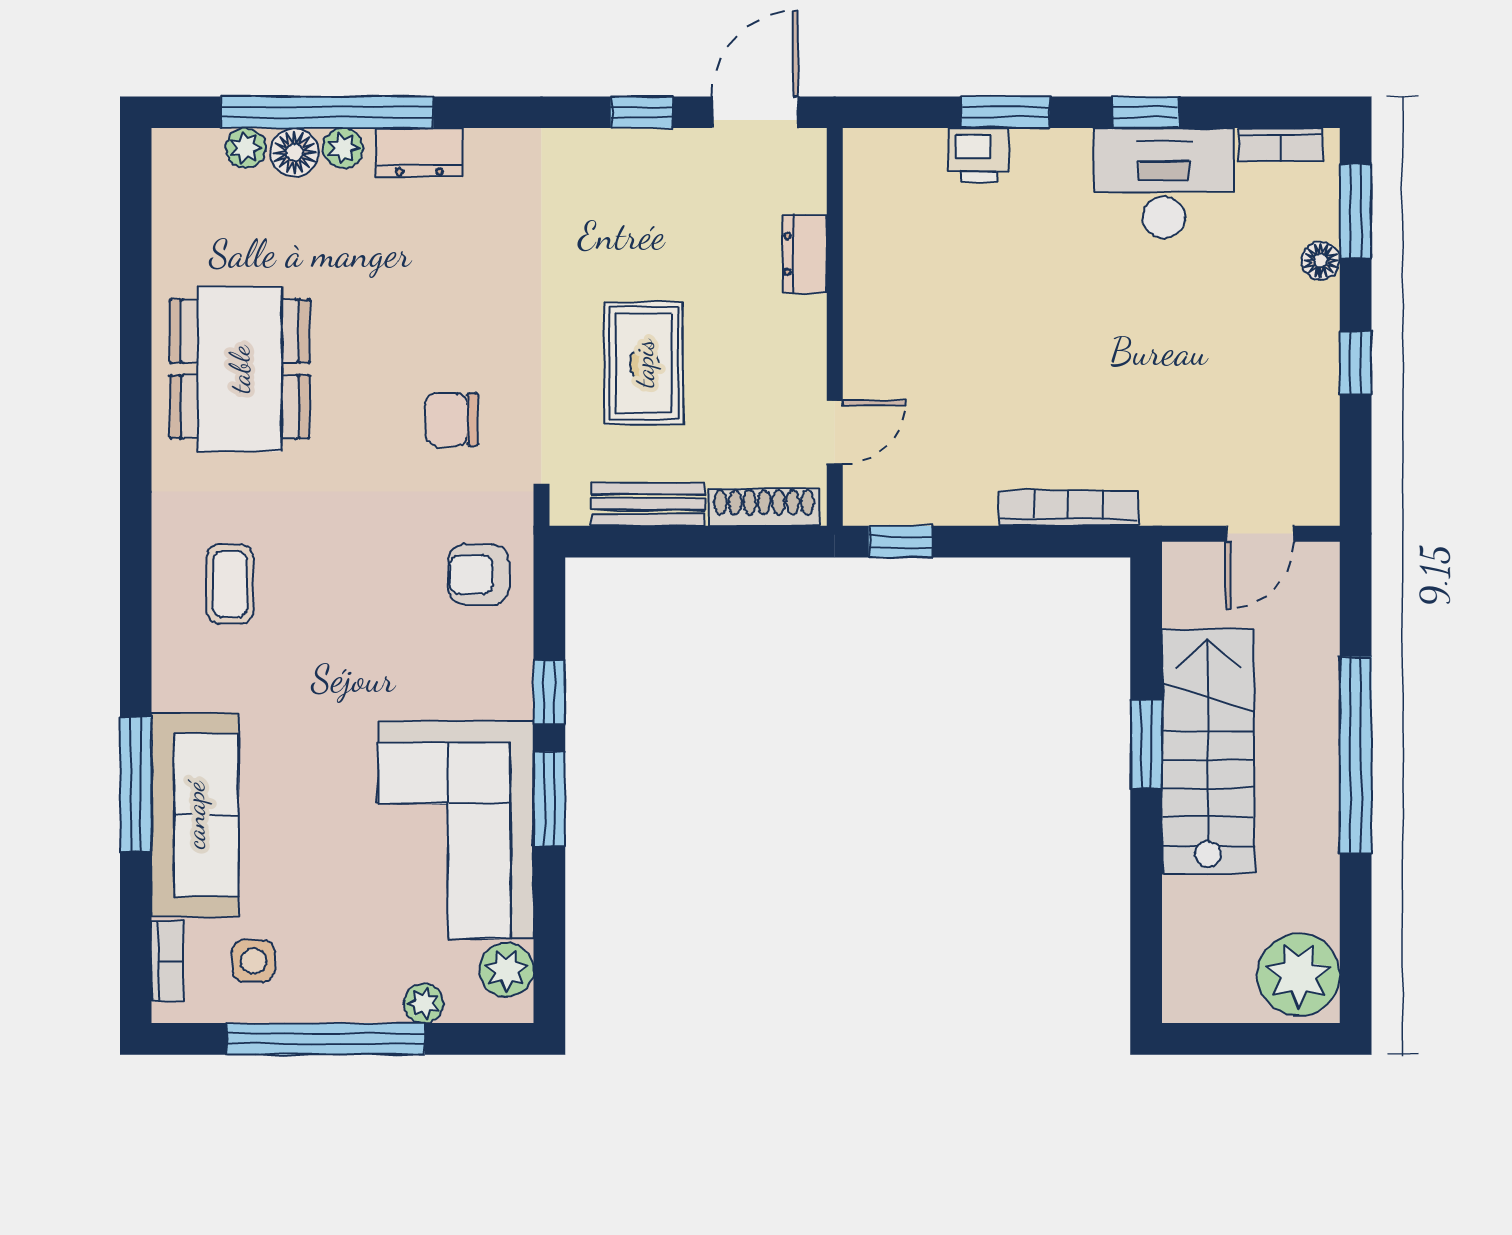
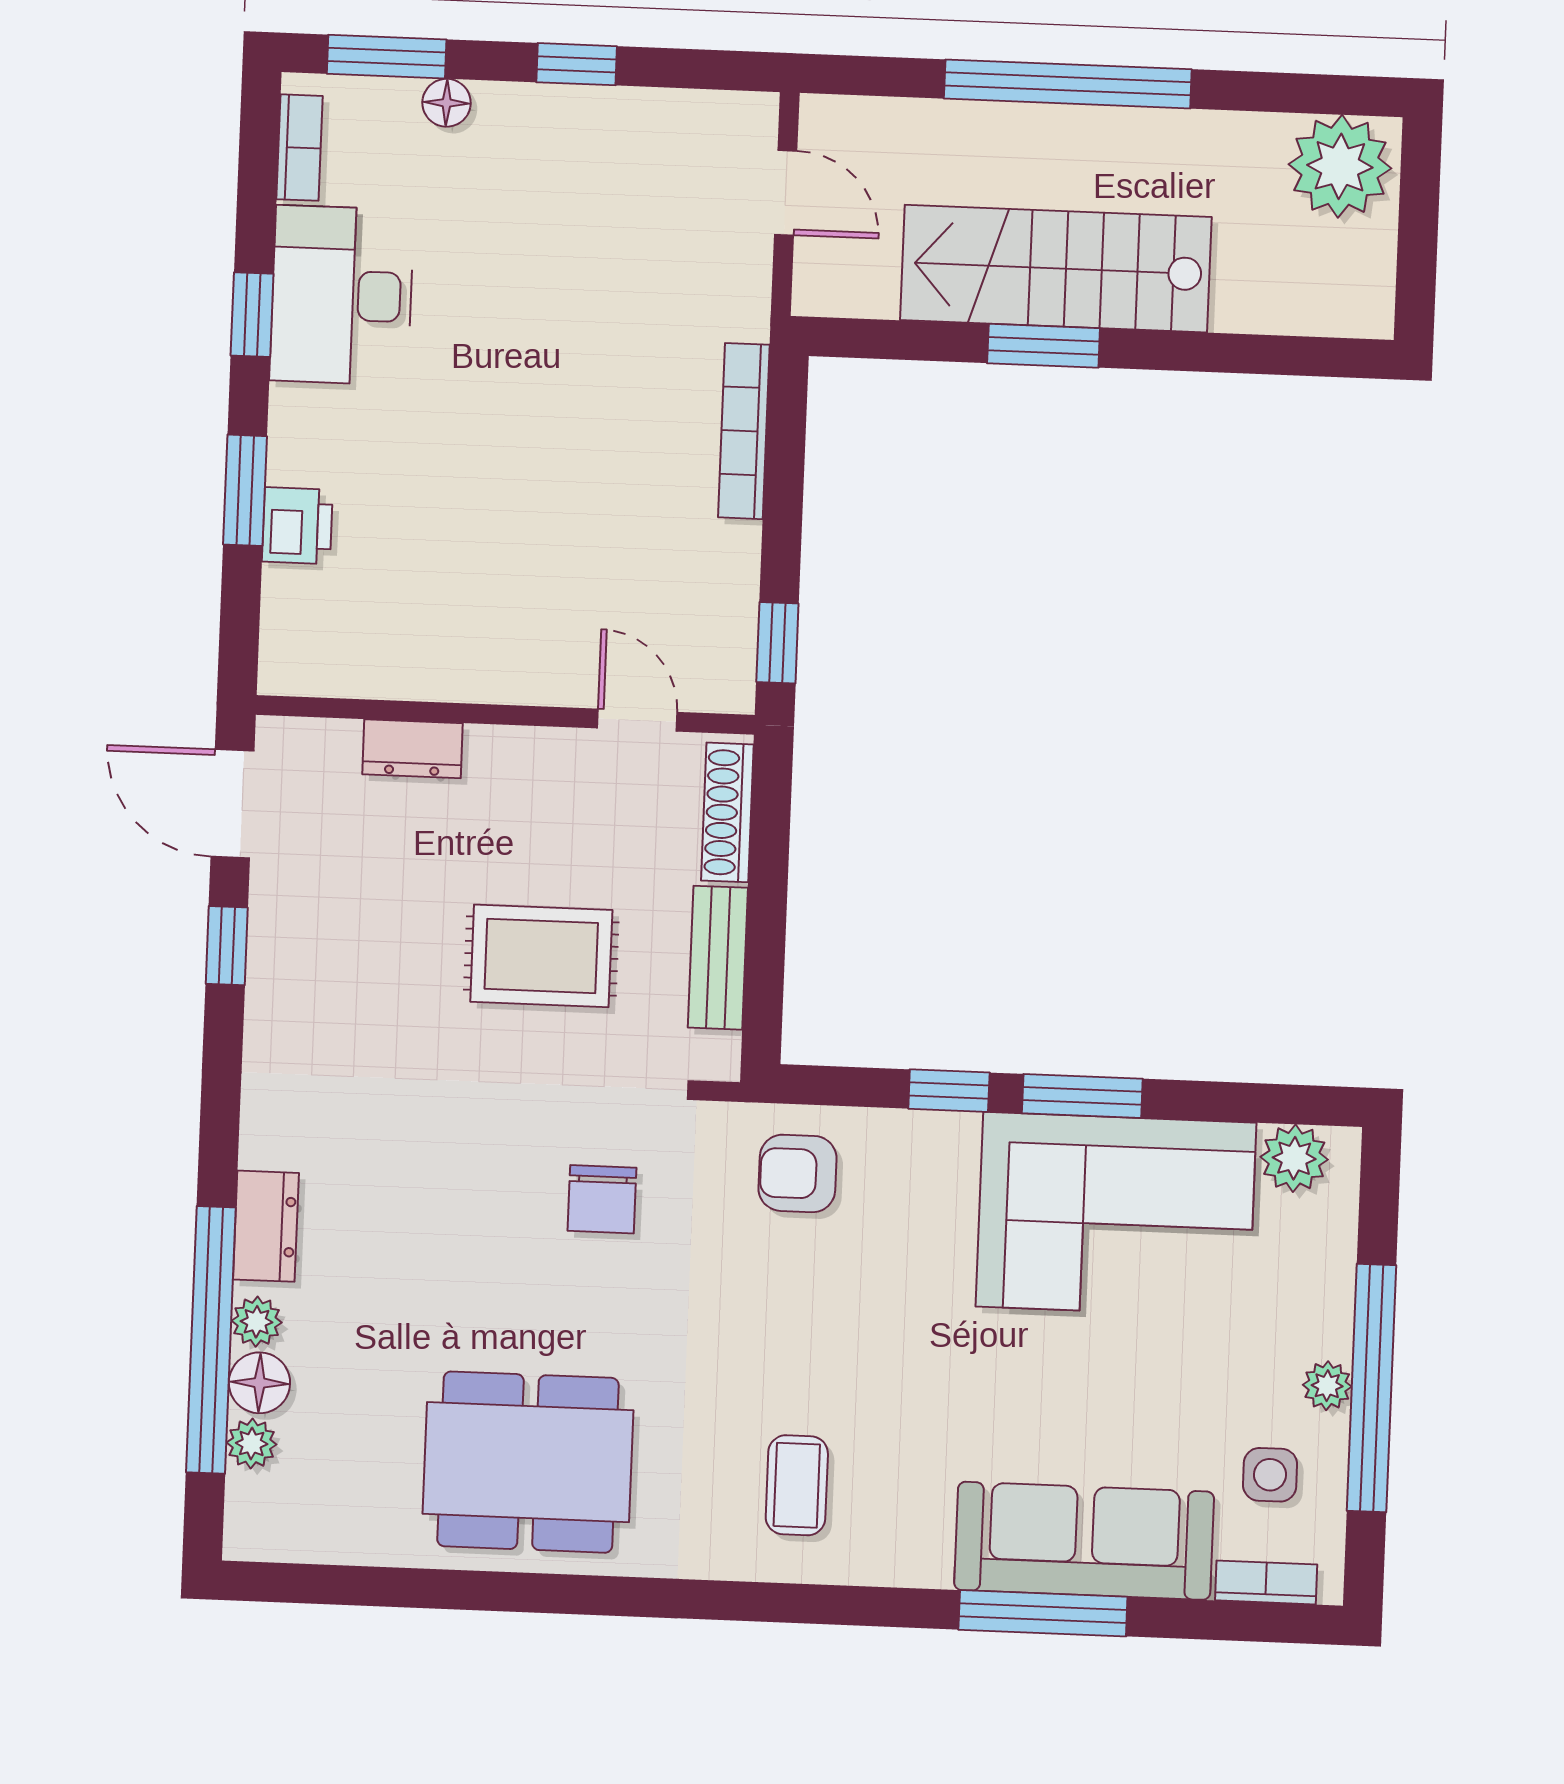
armchair: (478, 575) -> (797, 1173), turned 90
coffee table: (230, 584) -> (797, 1485), turned 90
plant: (424, 1004) -> (1327, 1386), moved

